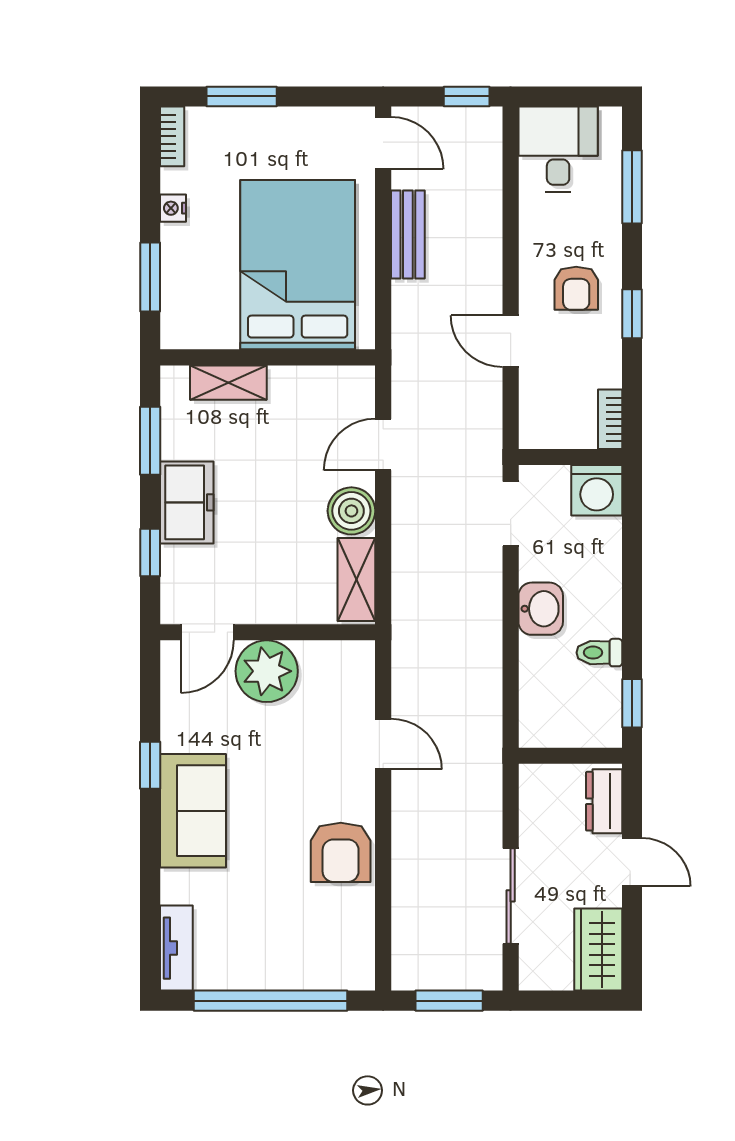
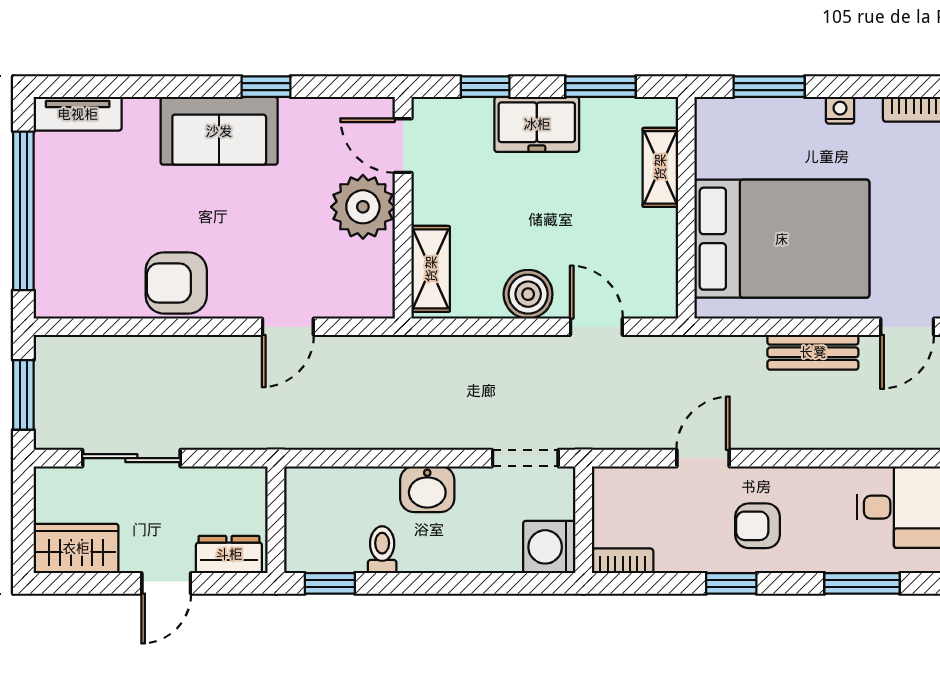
shelving: (356, 579) -> (431, 269), moved, turned 90

